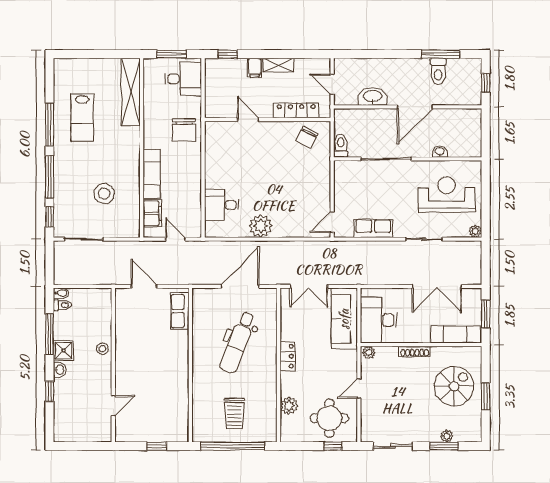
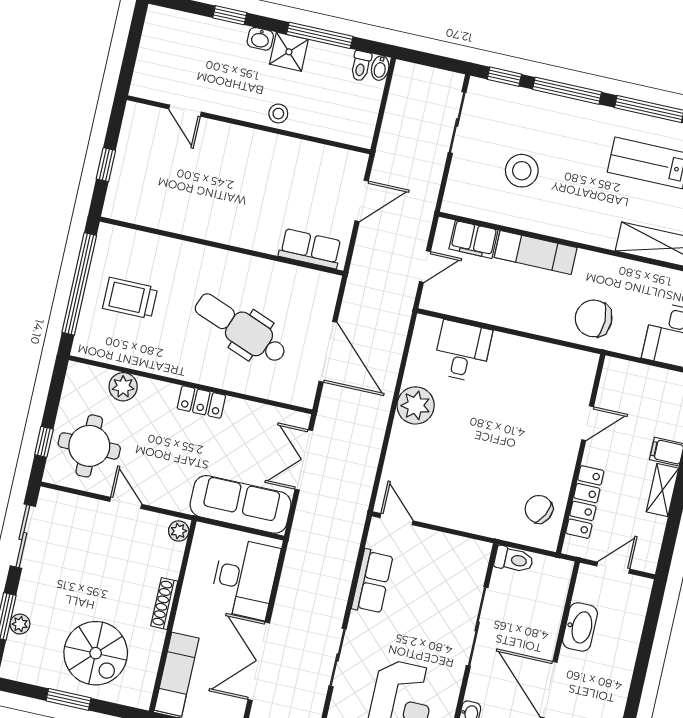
desk: (379, 320) -> (245, 579), moved, turned 90

